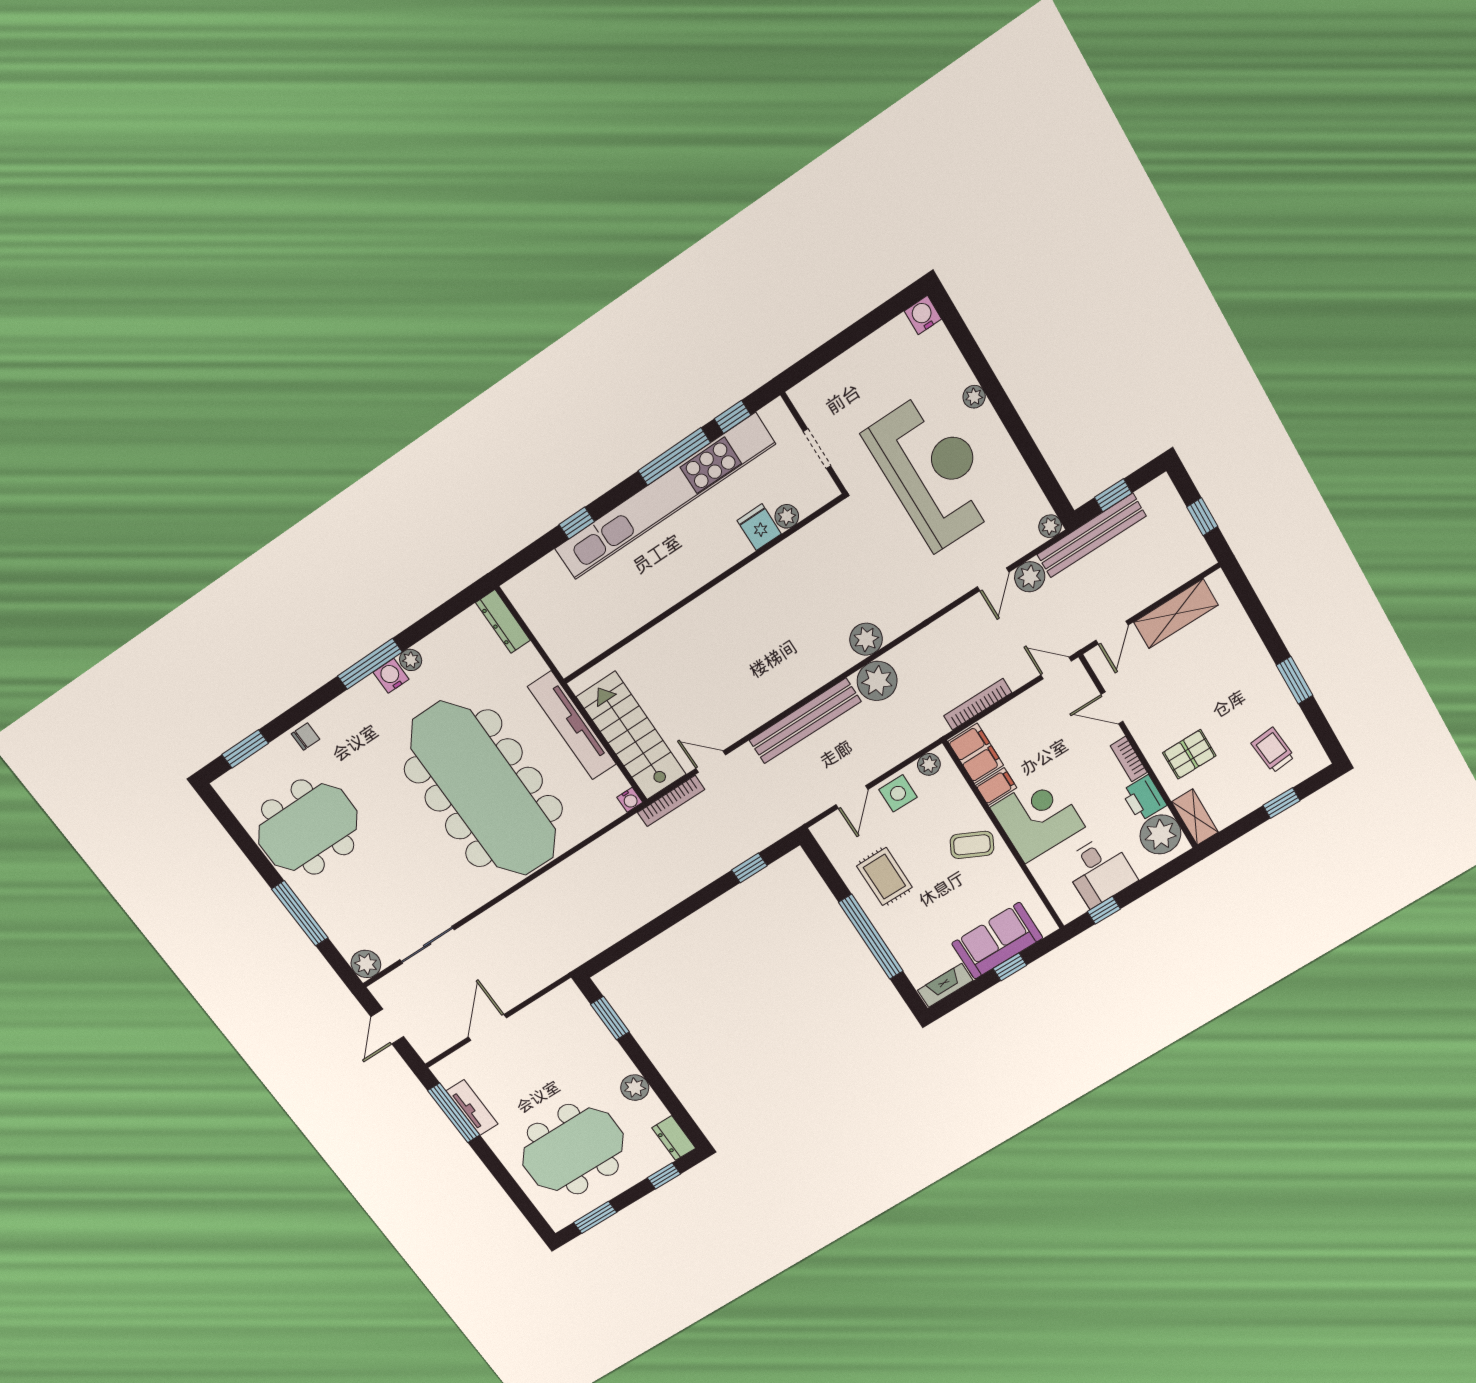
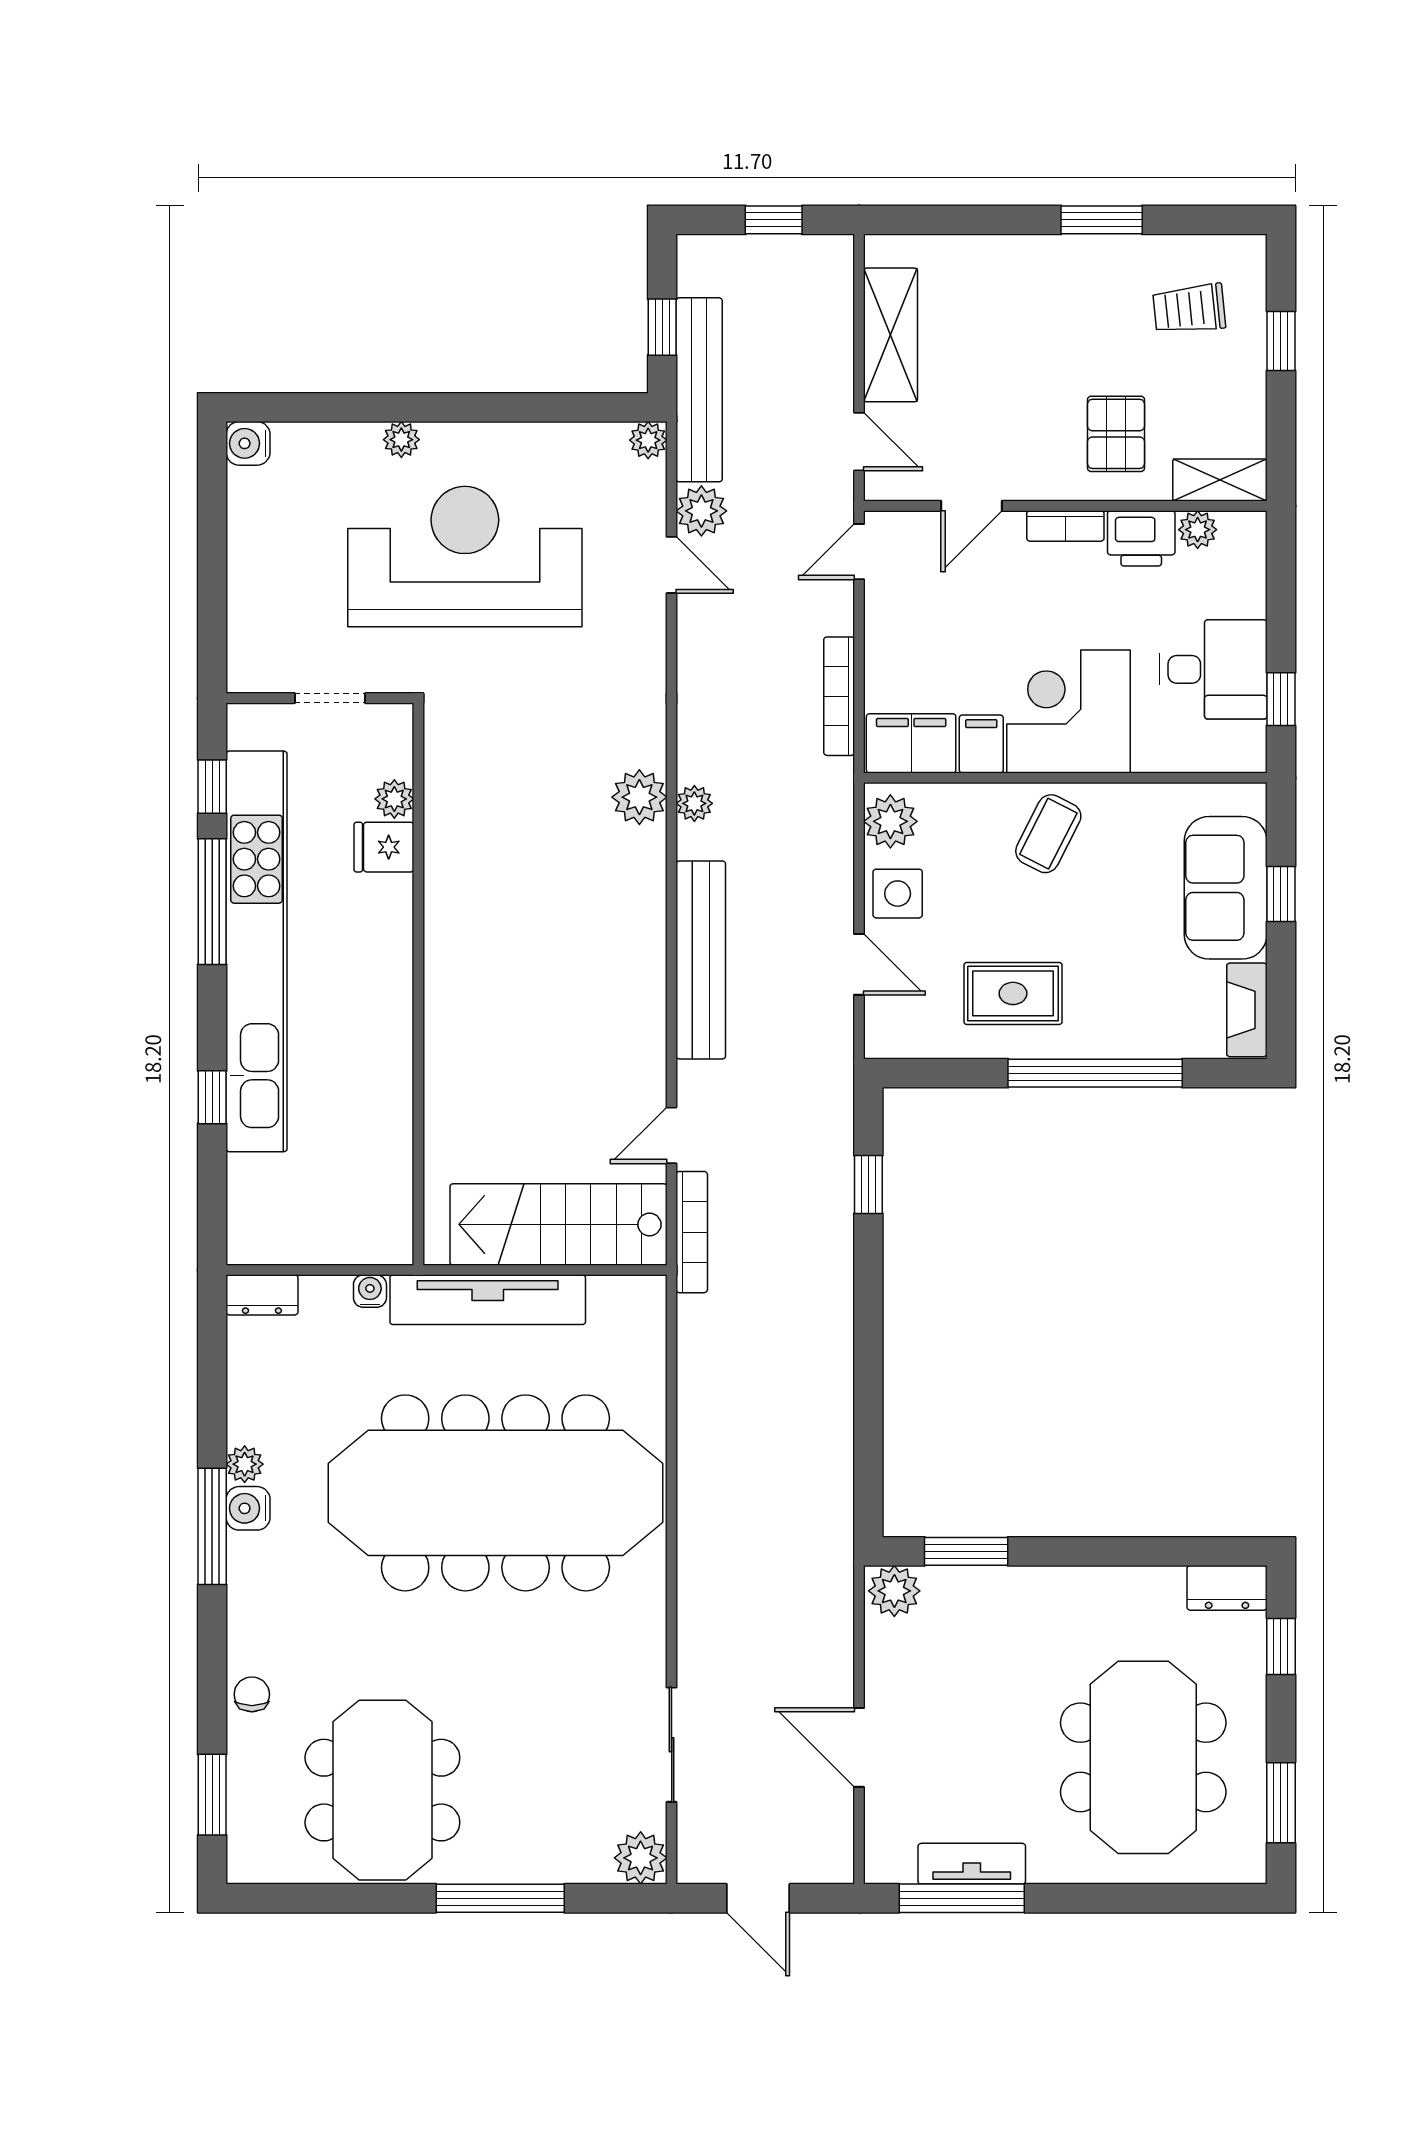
dresser: (503, 622) -> (262, 1295), width x0.70
plant: (877, 681) -> (694, 803), width x0.53, depth x0.53
plant: (929, 764) -> (890, 821), width x1.38, depth x1.38
water cooler: (630, 800) -> (370, 1291), moved, turned -90
plant: (1160, 834) -> (1198, 530), width x0.53, depth x0.53
plant: (635, 1088) -> (894, 1591), moved

